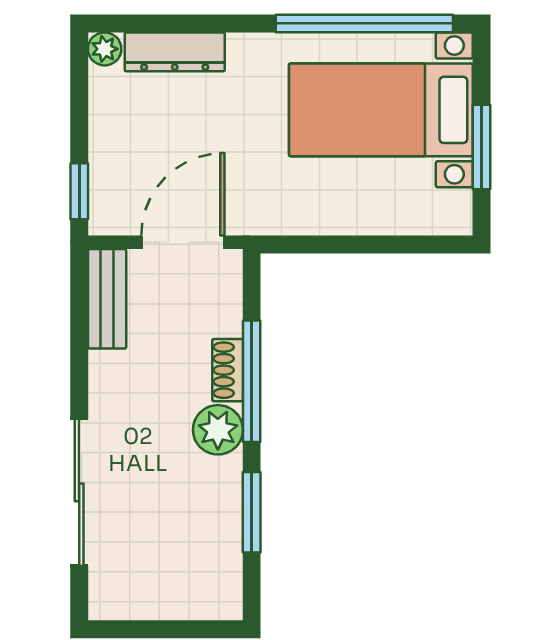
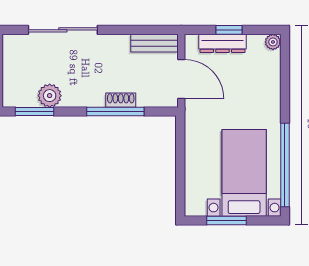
dresser: (175, 52) -> (223, 43), moved, turned -90
window: (79, 191) -> (229, 30), moved
plant: (218, 430) -> (50, 96), moved
window: (252, 512) -> (34, 112), moved

